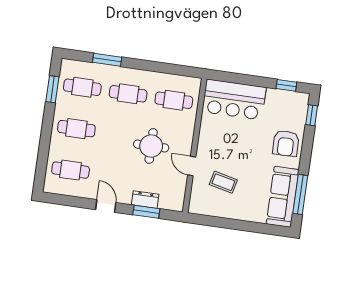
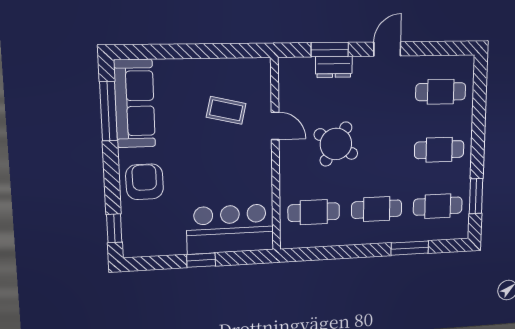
window: (286, 85) -> (201, 260), moved
round table: (151, 146) -> (336, 144), turned 32
door: (106, 206) -> (387, 49), swing flipped

